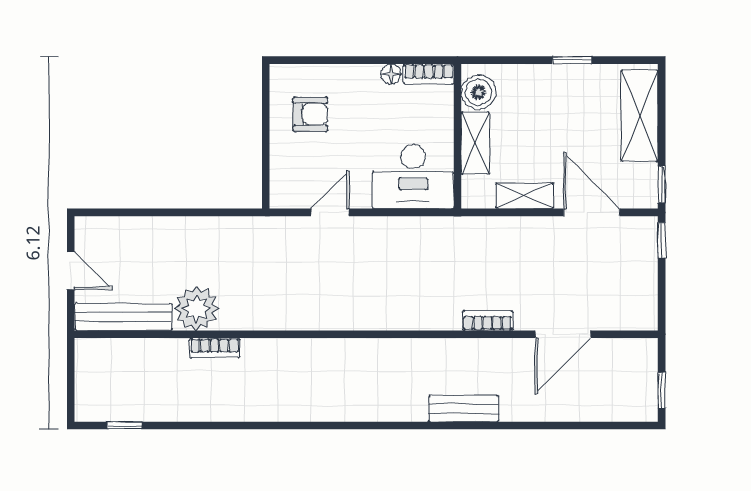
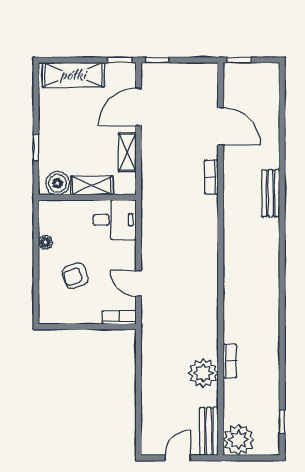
window: (572, 60) -> (36, 148), moved
bookcase: (429, 74) -> (119, 317), moved, turned -90
armchair: (310, 114) -> (75, 276), moved, turned -109
desk: (413, 177) -> (114, 220), width x0.73
bench: (123, 317) -> (209, 431), width x0.73
plant: (98, 361) -> (239, 440), added
window: (662, 390) -> (239, 60), moved

